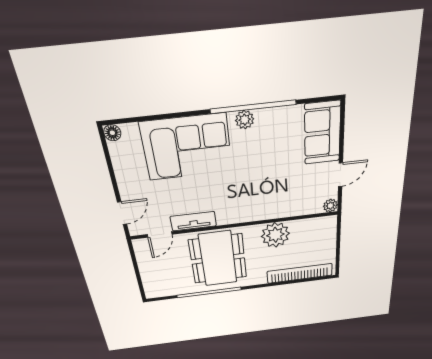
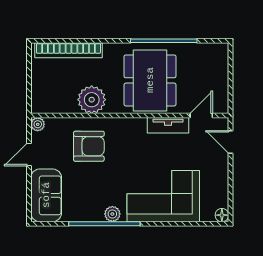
armchair: (276, 191) -> (89, 146), added
door: (122, 213) -> (231, 142), hinge flipped

